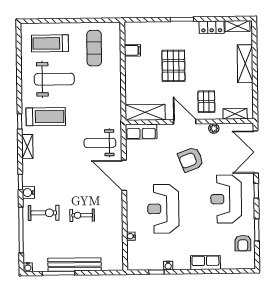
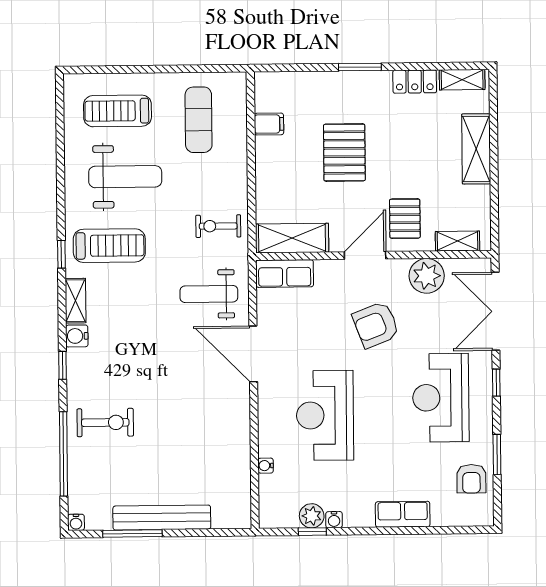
door: (185, 122) -> (365, 255), hinge flipped
plant: (214, 128) -> (427, 276), width x1.88, depth x1.88
water cooler: (28, 193) -> (77, 336), moved
exercise bike: (82, 215) -> (218, 226), moved
plant: (156, 263) -> (312, 516), added

